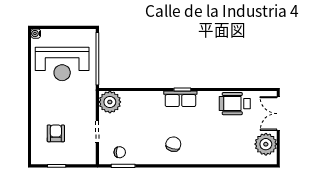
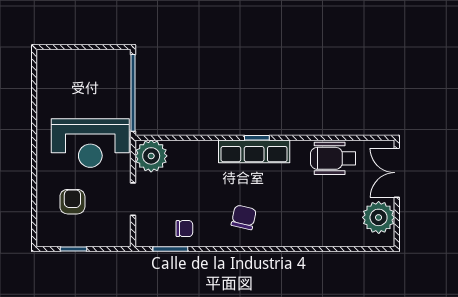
water cooler: (36, 34) -> (43, 56), removed
reception desk: (62, 64) -> (90, 143), moved
row of seats: (180, 99) -> (254, 151), width x1.48
chair: (120, 152) -> (184, 229), moved

